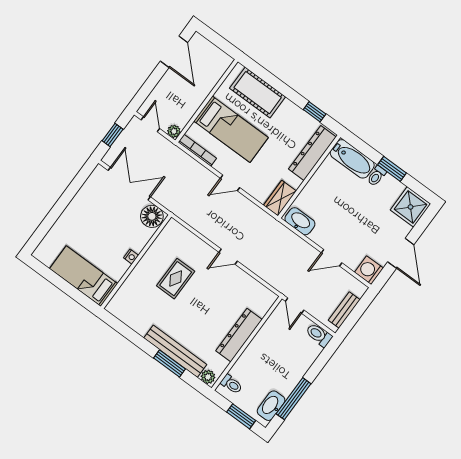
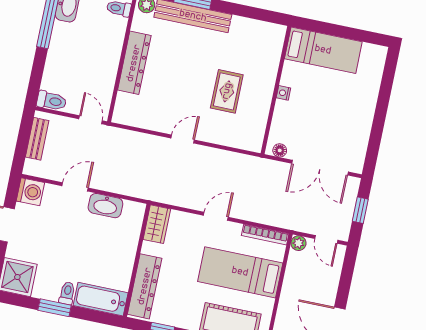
floor lamp: (152, 216) -> (280, 150), width x0.53, depth x0.53
washbasin: (300, 221) -> (105, 206), moved

